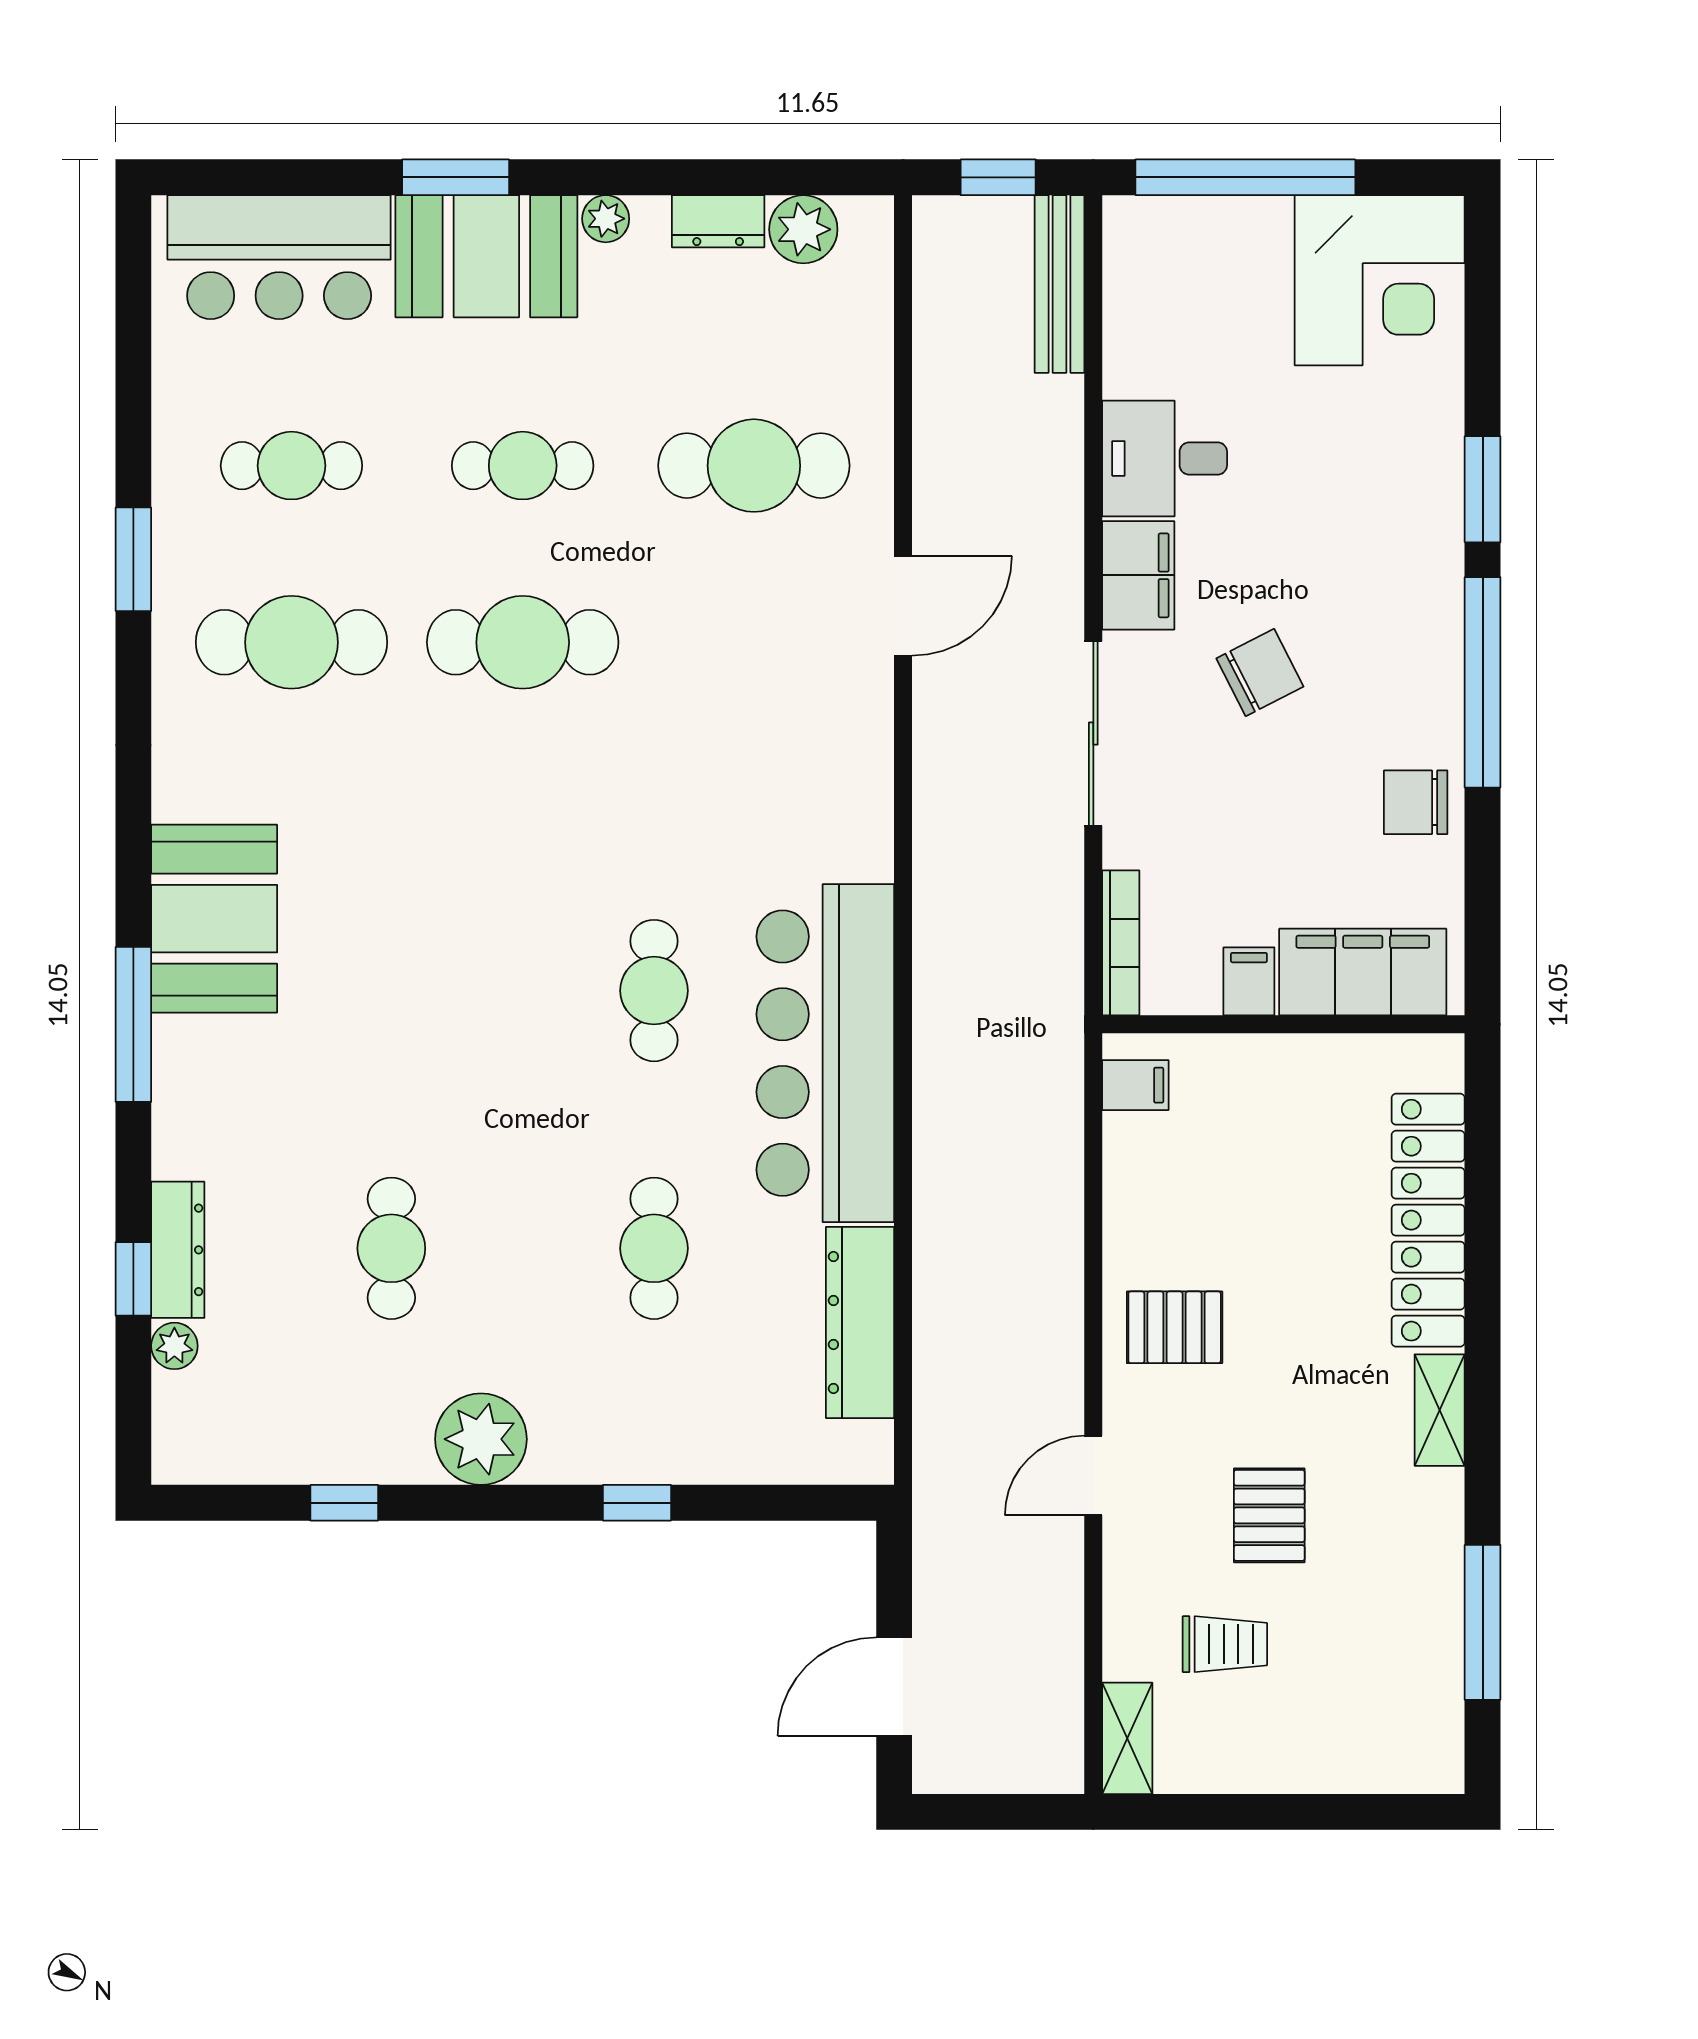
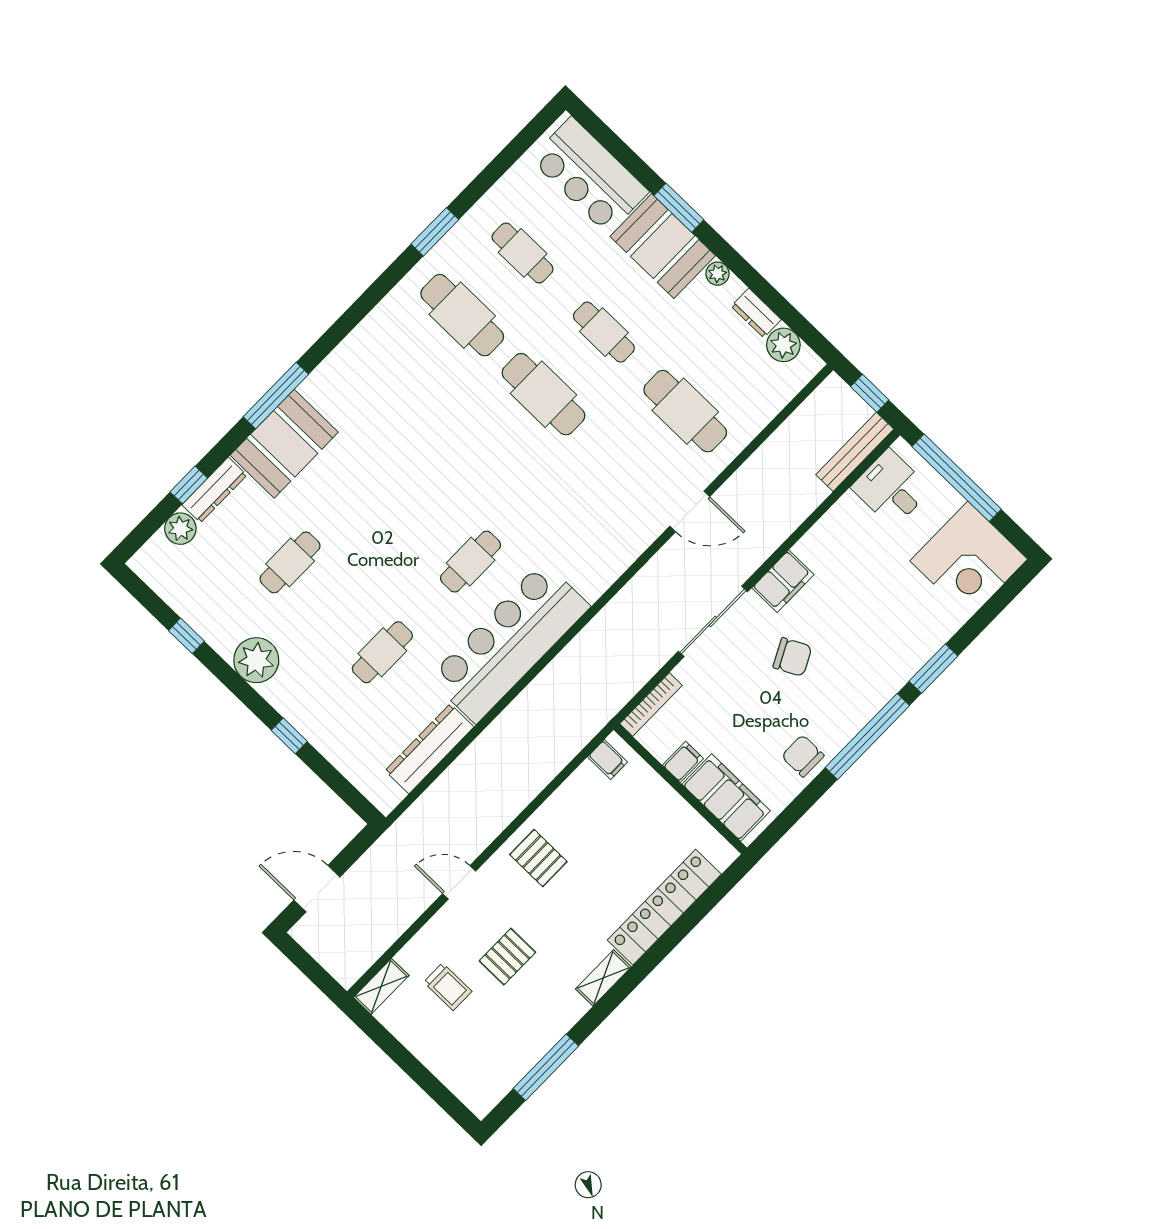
desk: (1165, 458) -> (891, 488), moved
booth: (214, 919) -> (284, 444), moved
plant: (174, 1346) -> (180, 529), width x1.38, depth x1.38

